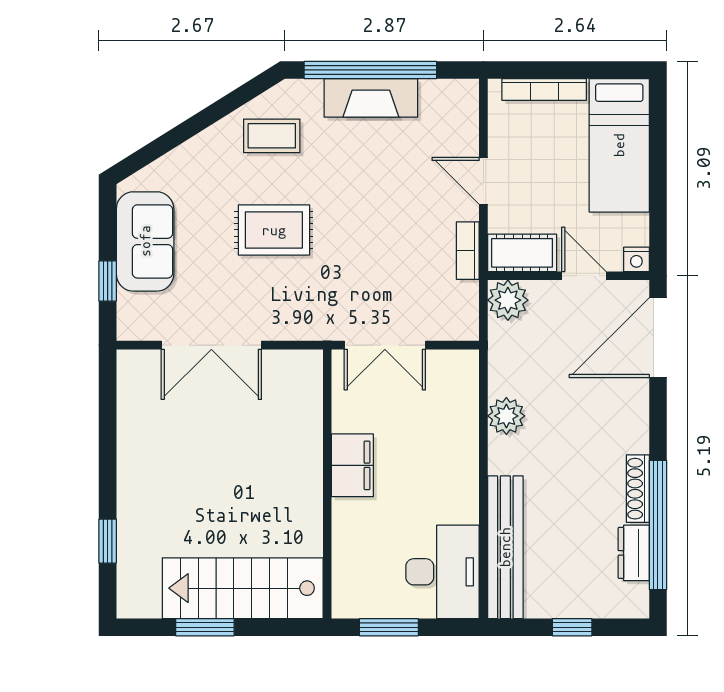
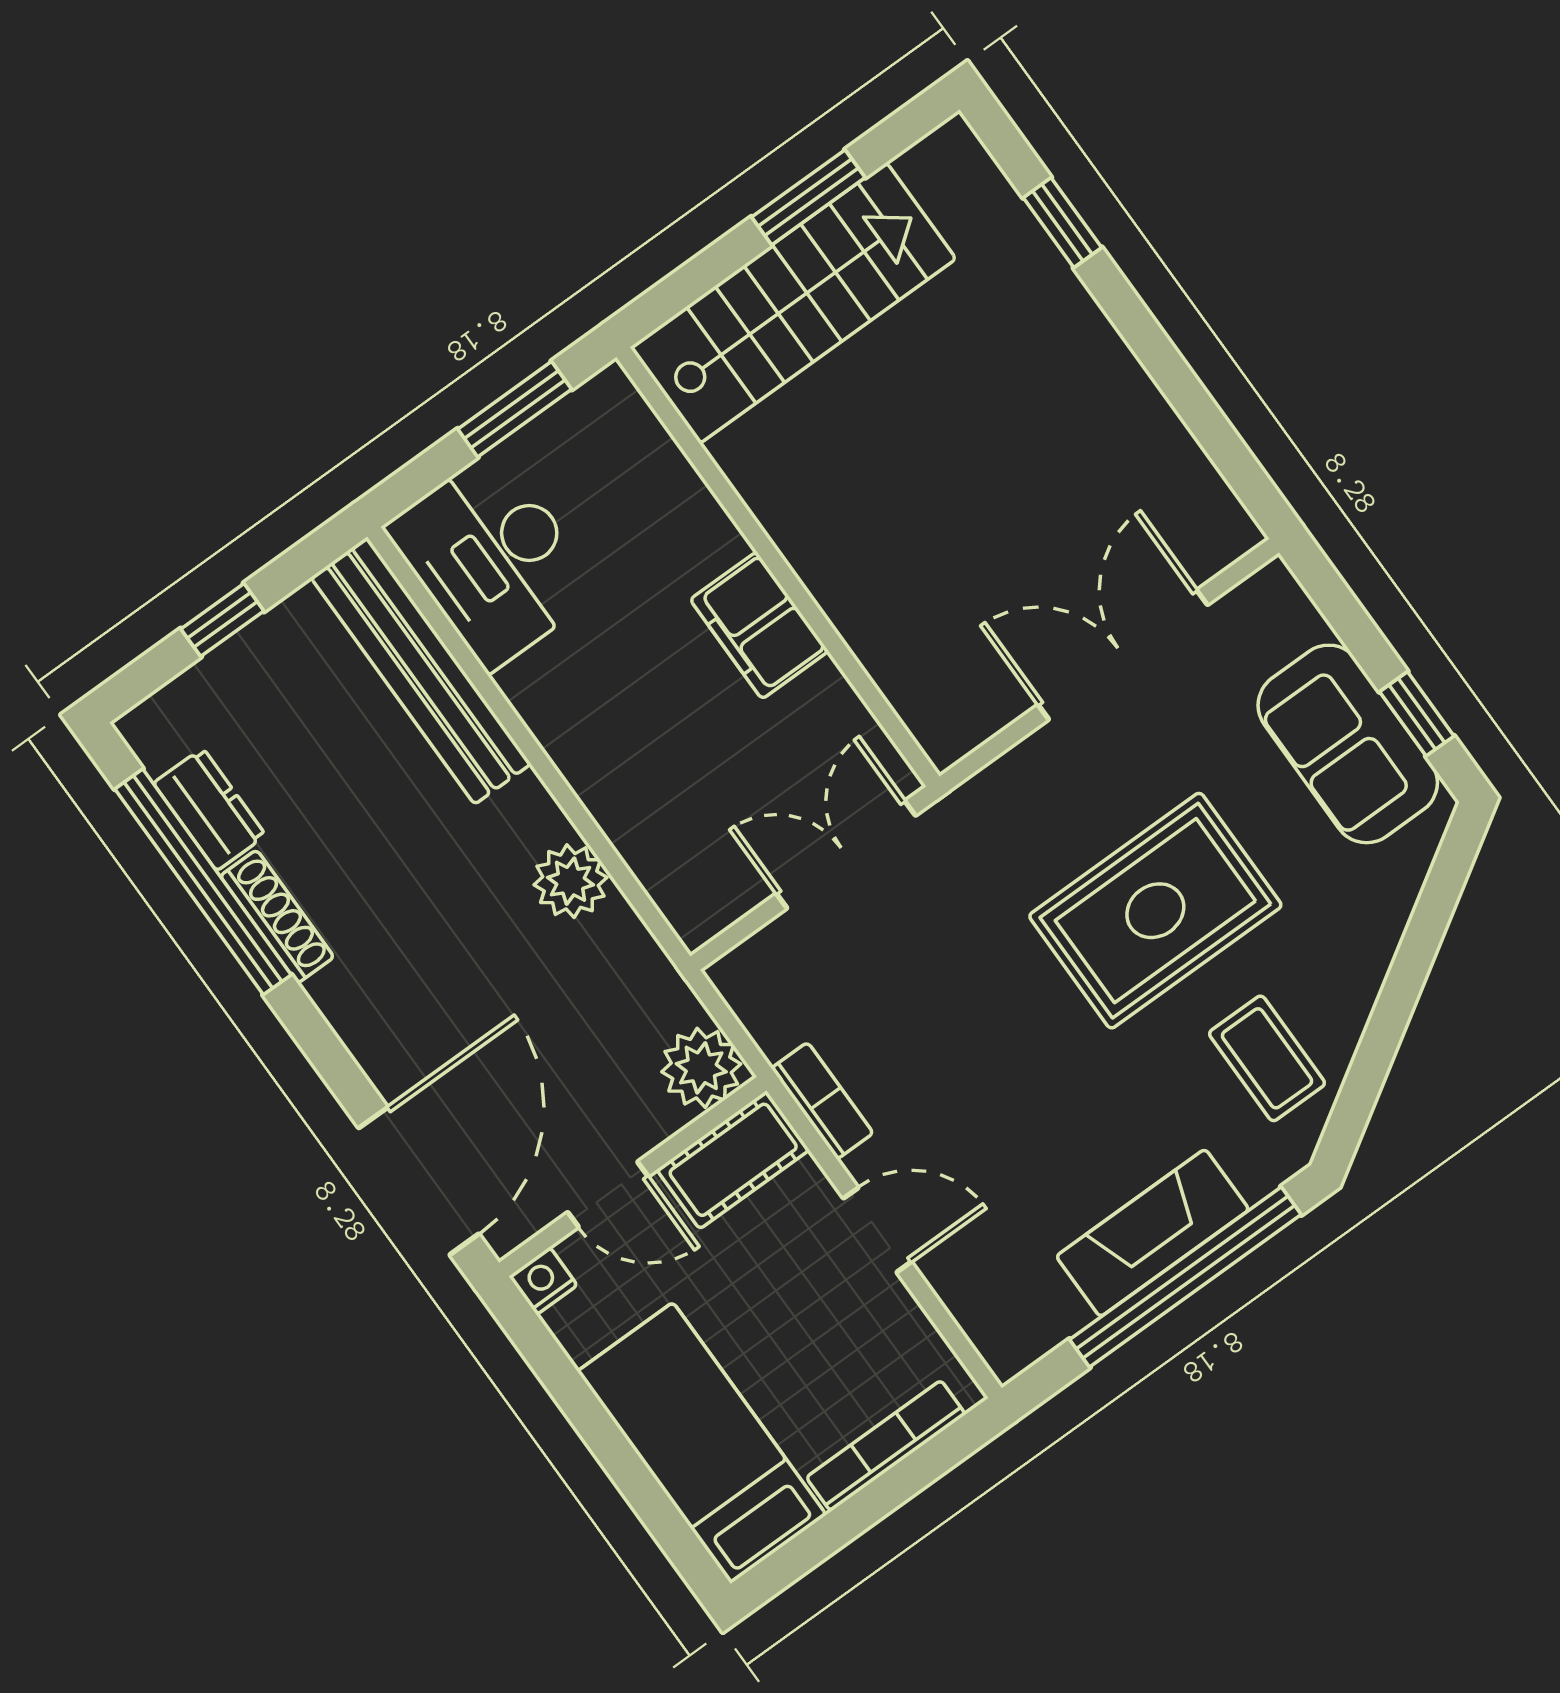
coffee table: (272, 136) -> (1267, 1058), turned 90
rug: (274, 230) -> (1155, 911), width x1.36, depth x1.43
window: (108, 281) -> (1417, 714), moved

